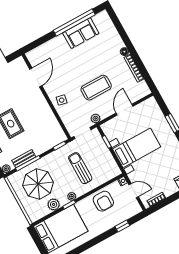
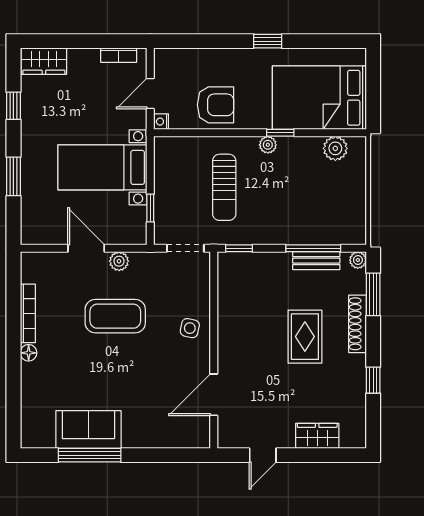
window: (74, 22) -> (90, 455), width x0.68
door: (125, 110) -> (86, 248), swing flipped
plant: (96, 118) -> (119, 261), moved
parasol: (38, 184) -> (316, 201), removed
door: (134, 191) -> (150, 94), hinge flipped
armchair: (103, 201) -> (216, 105), turned 90
plant: (54, 204) -> (335, 148), moved
window: (122, 226) -> (268, 41), moved

